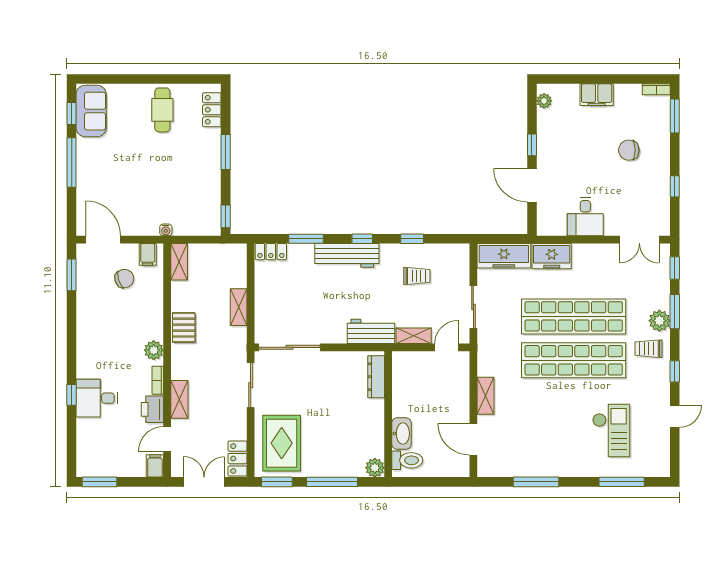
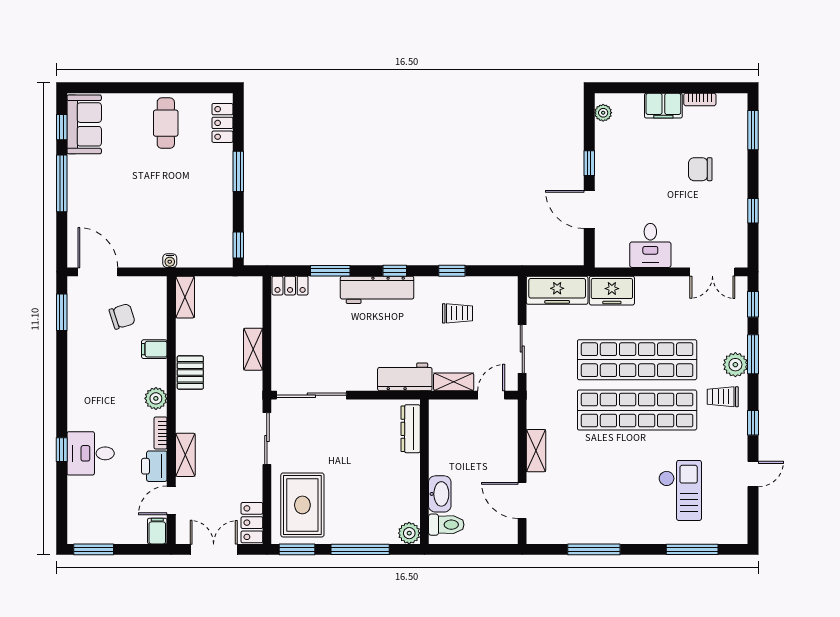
bookcase: (656, 89) -> (700, 99), moved
filing cabinet: (148, 254) -> (154, 349), moved, turned 90

